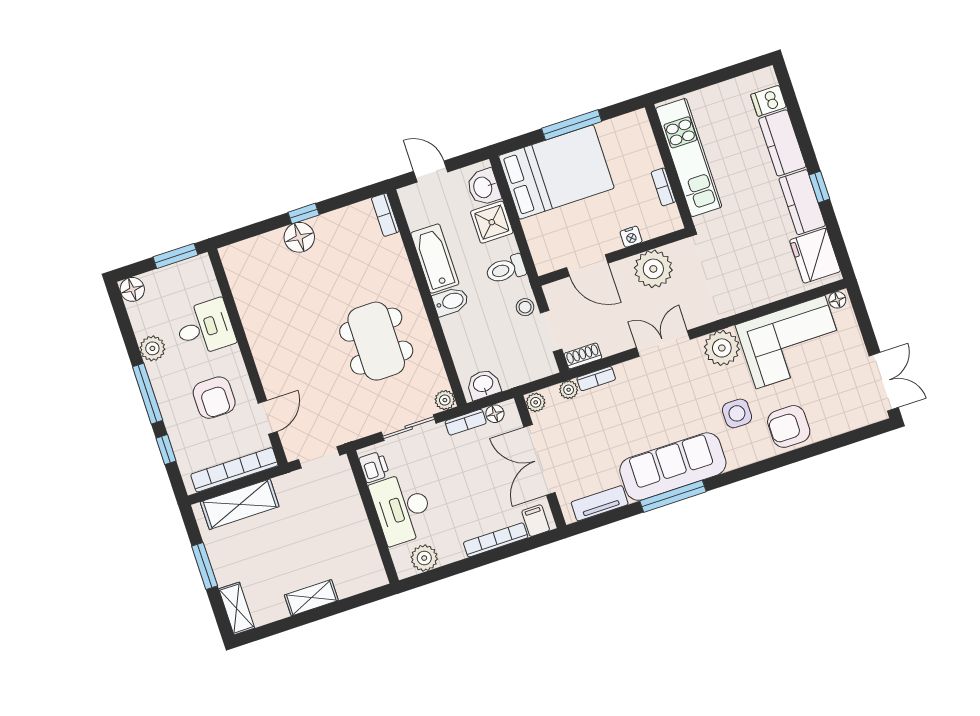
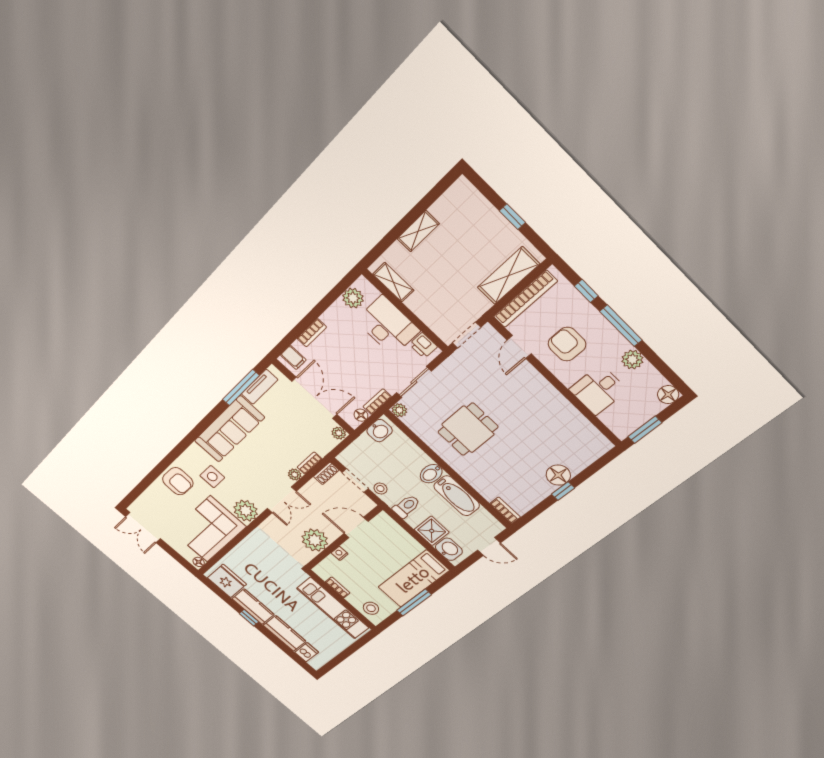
stool: (635, 138) -> (371, 608), added
bed: (556, 172) -> (413, 579), width x0.67
dining table: (376, 341) -> (468, 429), width x0.73
plant: (569, 390) -> (295, 475), moved
armchair: (789, 426) -> (178, 481), turned 92
window: (673, 496) -> (241, 388), moved
bookcase: (496, 540) -> (312, 333), width x0.64
window: (205, 566) -> (512, 217), width x0.67
shelving: (237, 608) -> (393, 282), moved

